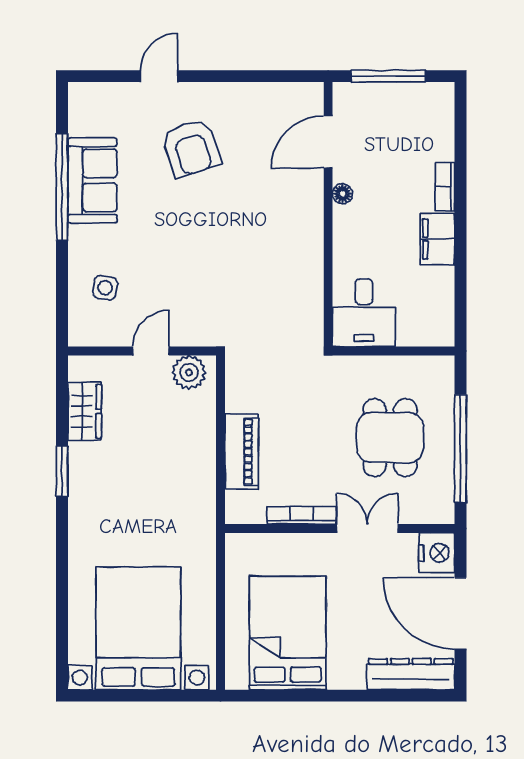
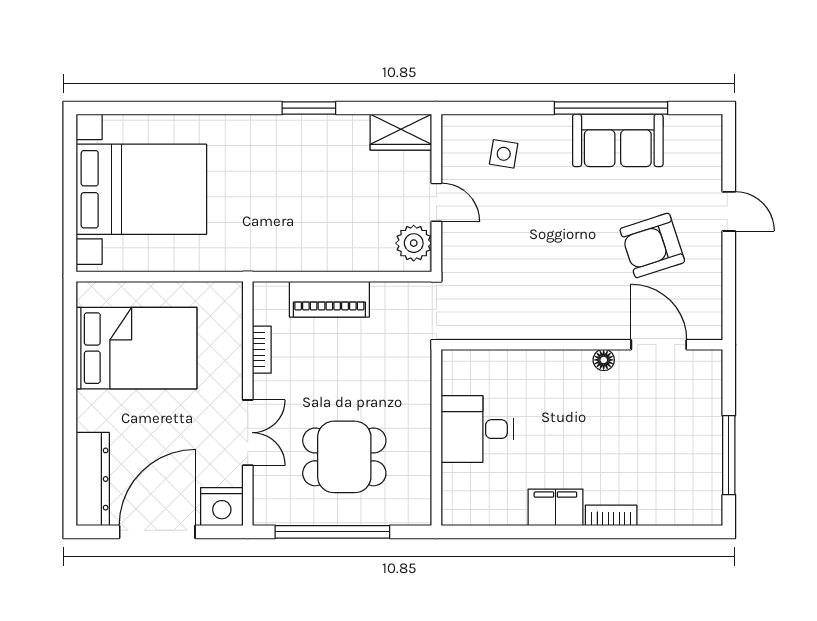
door: (328, 142) -> (659, 345), moved
floor lamp: (342, 194) -> (604, 360), moved
wall: (328, 214) -> (582, 345), moved
wardrobe: (85, 411) -> (401, 132), moved
bookcase: (302, 515) -> (262, 350), width x0.64

